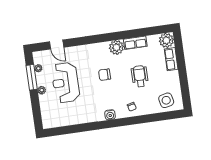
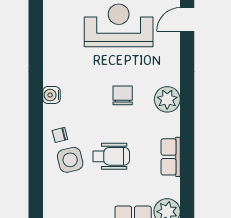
plant: (116, 47) -> (167, 99), moved
side table: (166, 100) -> (70, 160), moved

